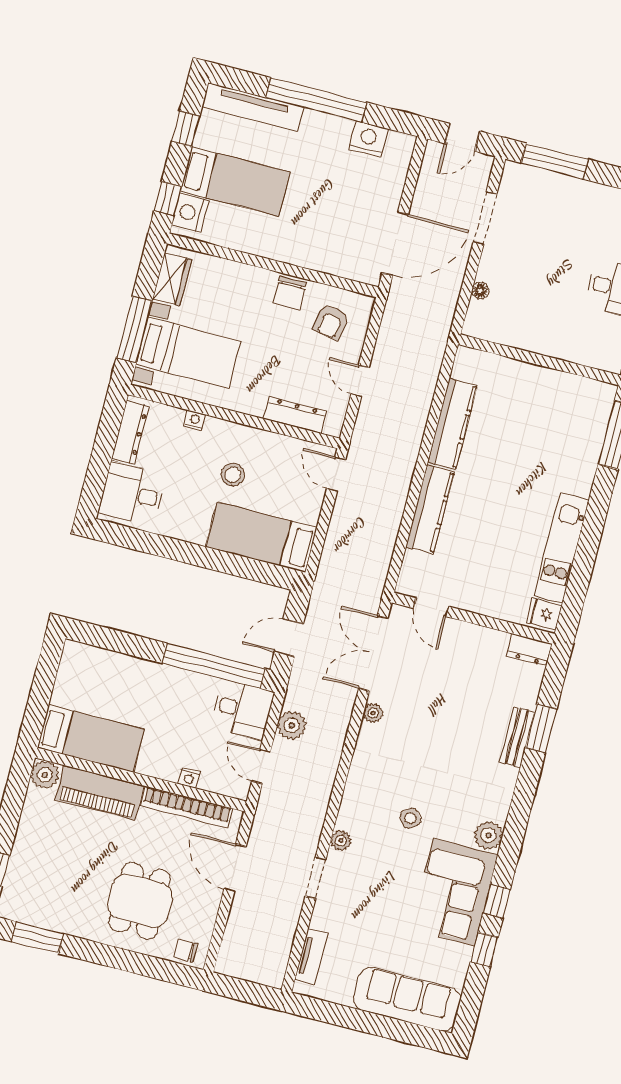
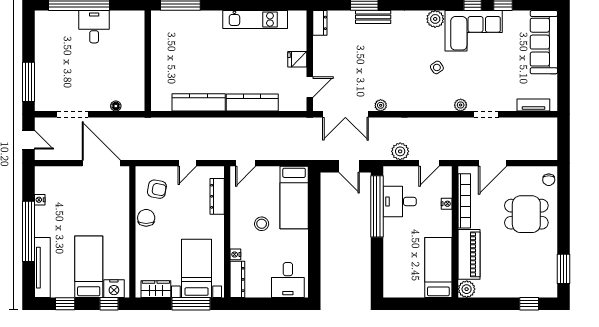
nightstand: (368, 139) -> (40, 200), width x0.53, depth x0.56
chair: (290, 293) -> (146, 218), turned -90
dresser: (130, 432) -> (237, 279), moved, turned 90
fridge: (544, 614) -> (297, 59), moved, turned 90
desk: (242, 710) -> (400, 201), moved, turned -90

